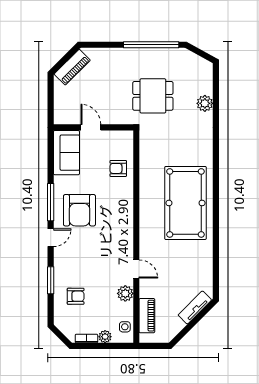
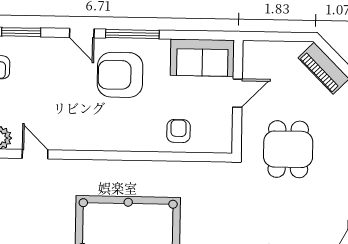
dining table: (153, 96) -> (288, 149), moved
door: (136, 269) -> (35, 154), swing flipped

